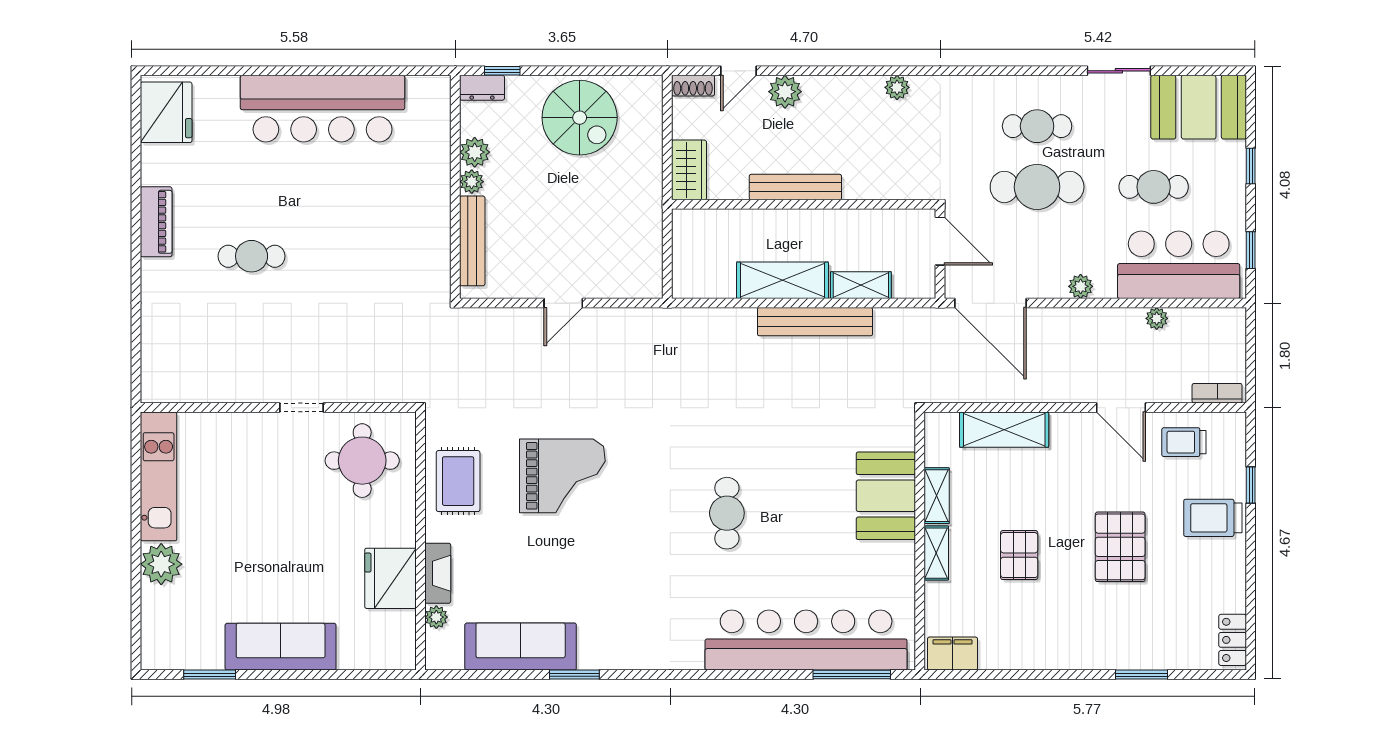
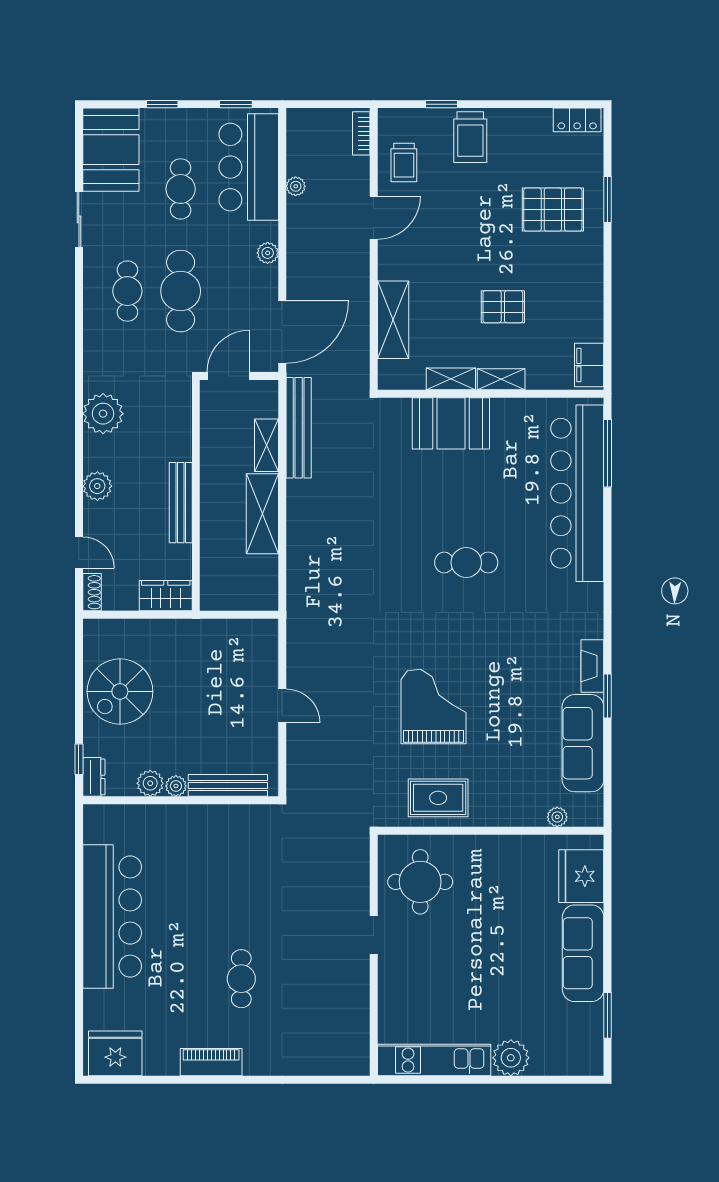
plant: (897, 87) -> (103, 414), width x1.87, depth x1.87
plant: (785, 92) -> (97, 486), moved
spiral stairs: (580, 118) -> (120, 691), turned 180
bench: (815, 322) -> (299, 428), moved
pallet: (1120, 547) -> (553, 210), moved
fireplace: (438, 573) -> (592, 666), moved, turned -90
fridge: (390, 578) -> (581, 876), moved, turned 90

